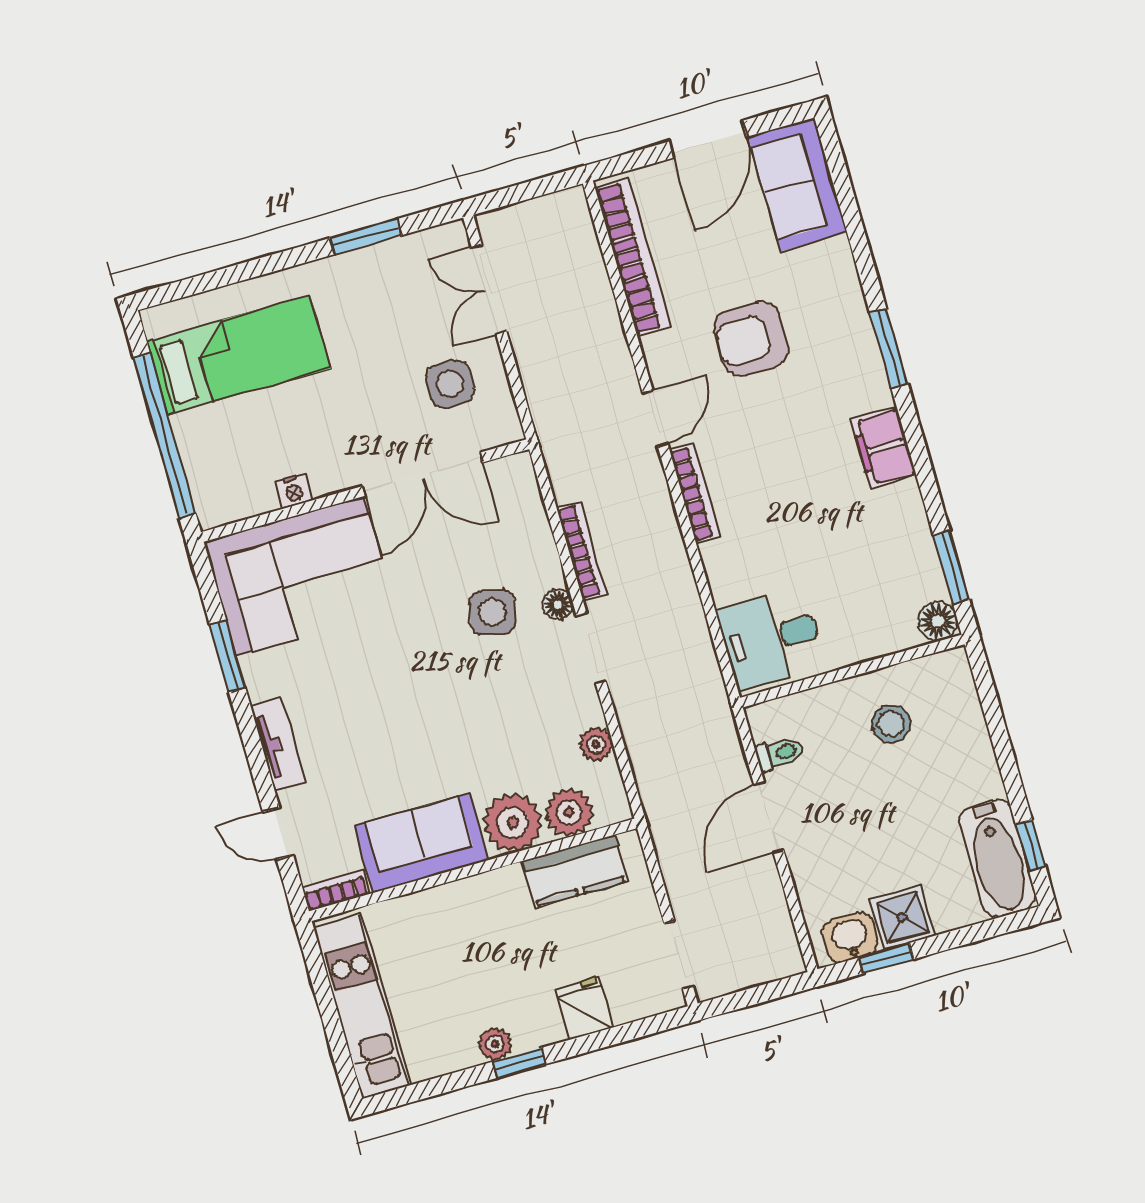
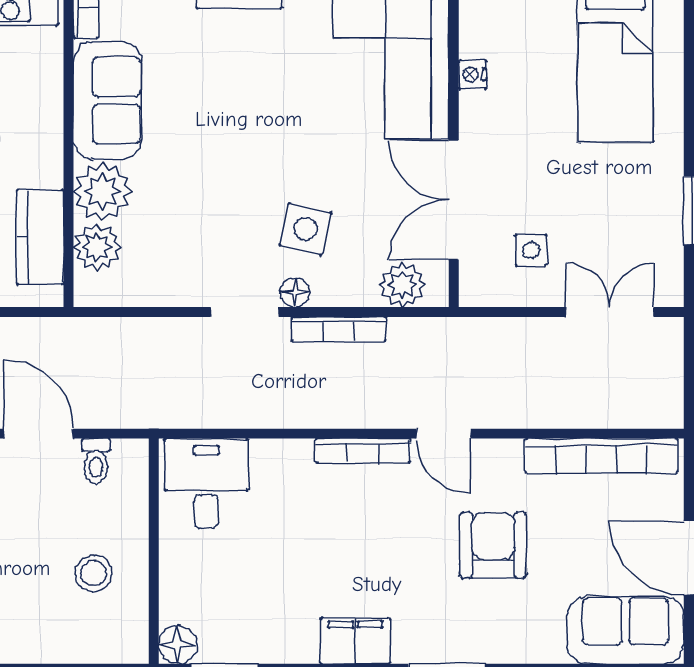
side table: (450, 384) -> (531, 250), width x0.73, depth x0.73
plant: (596, 744) -> (402, 285), moved, width x1.38, depth x1.38

